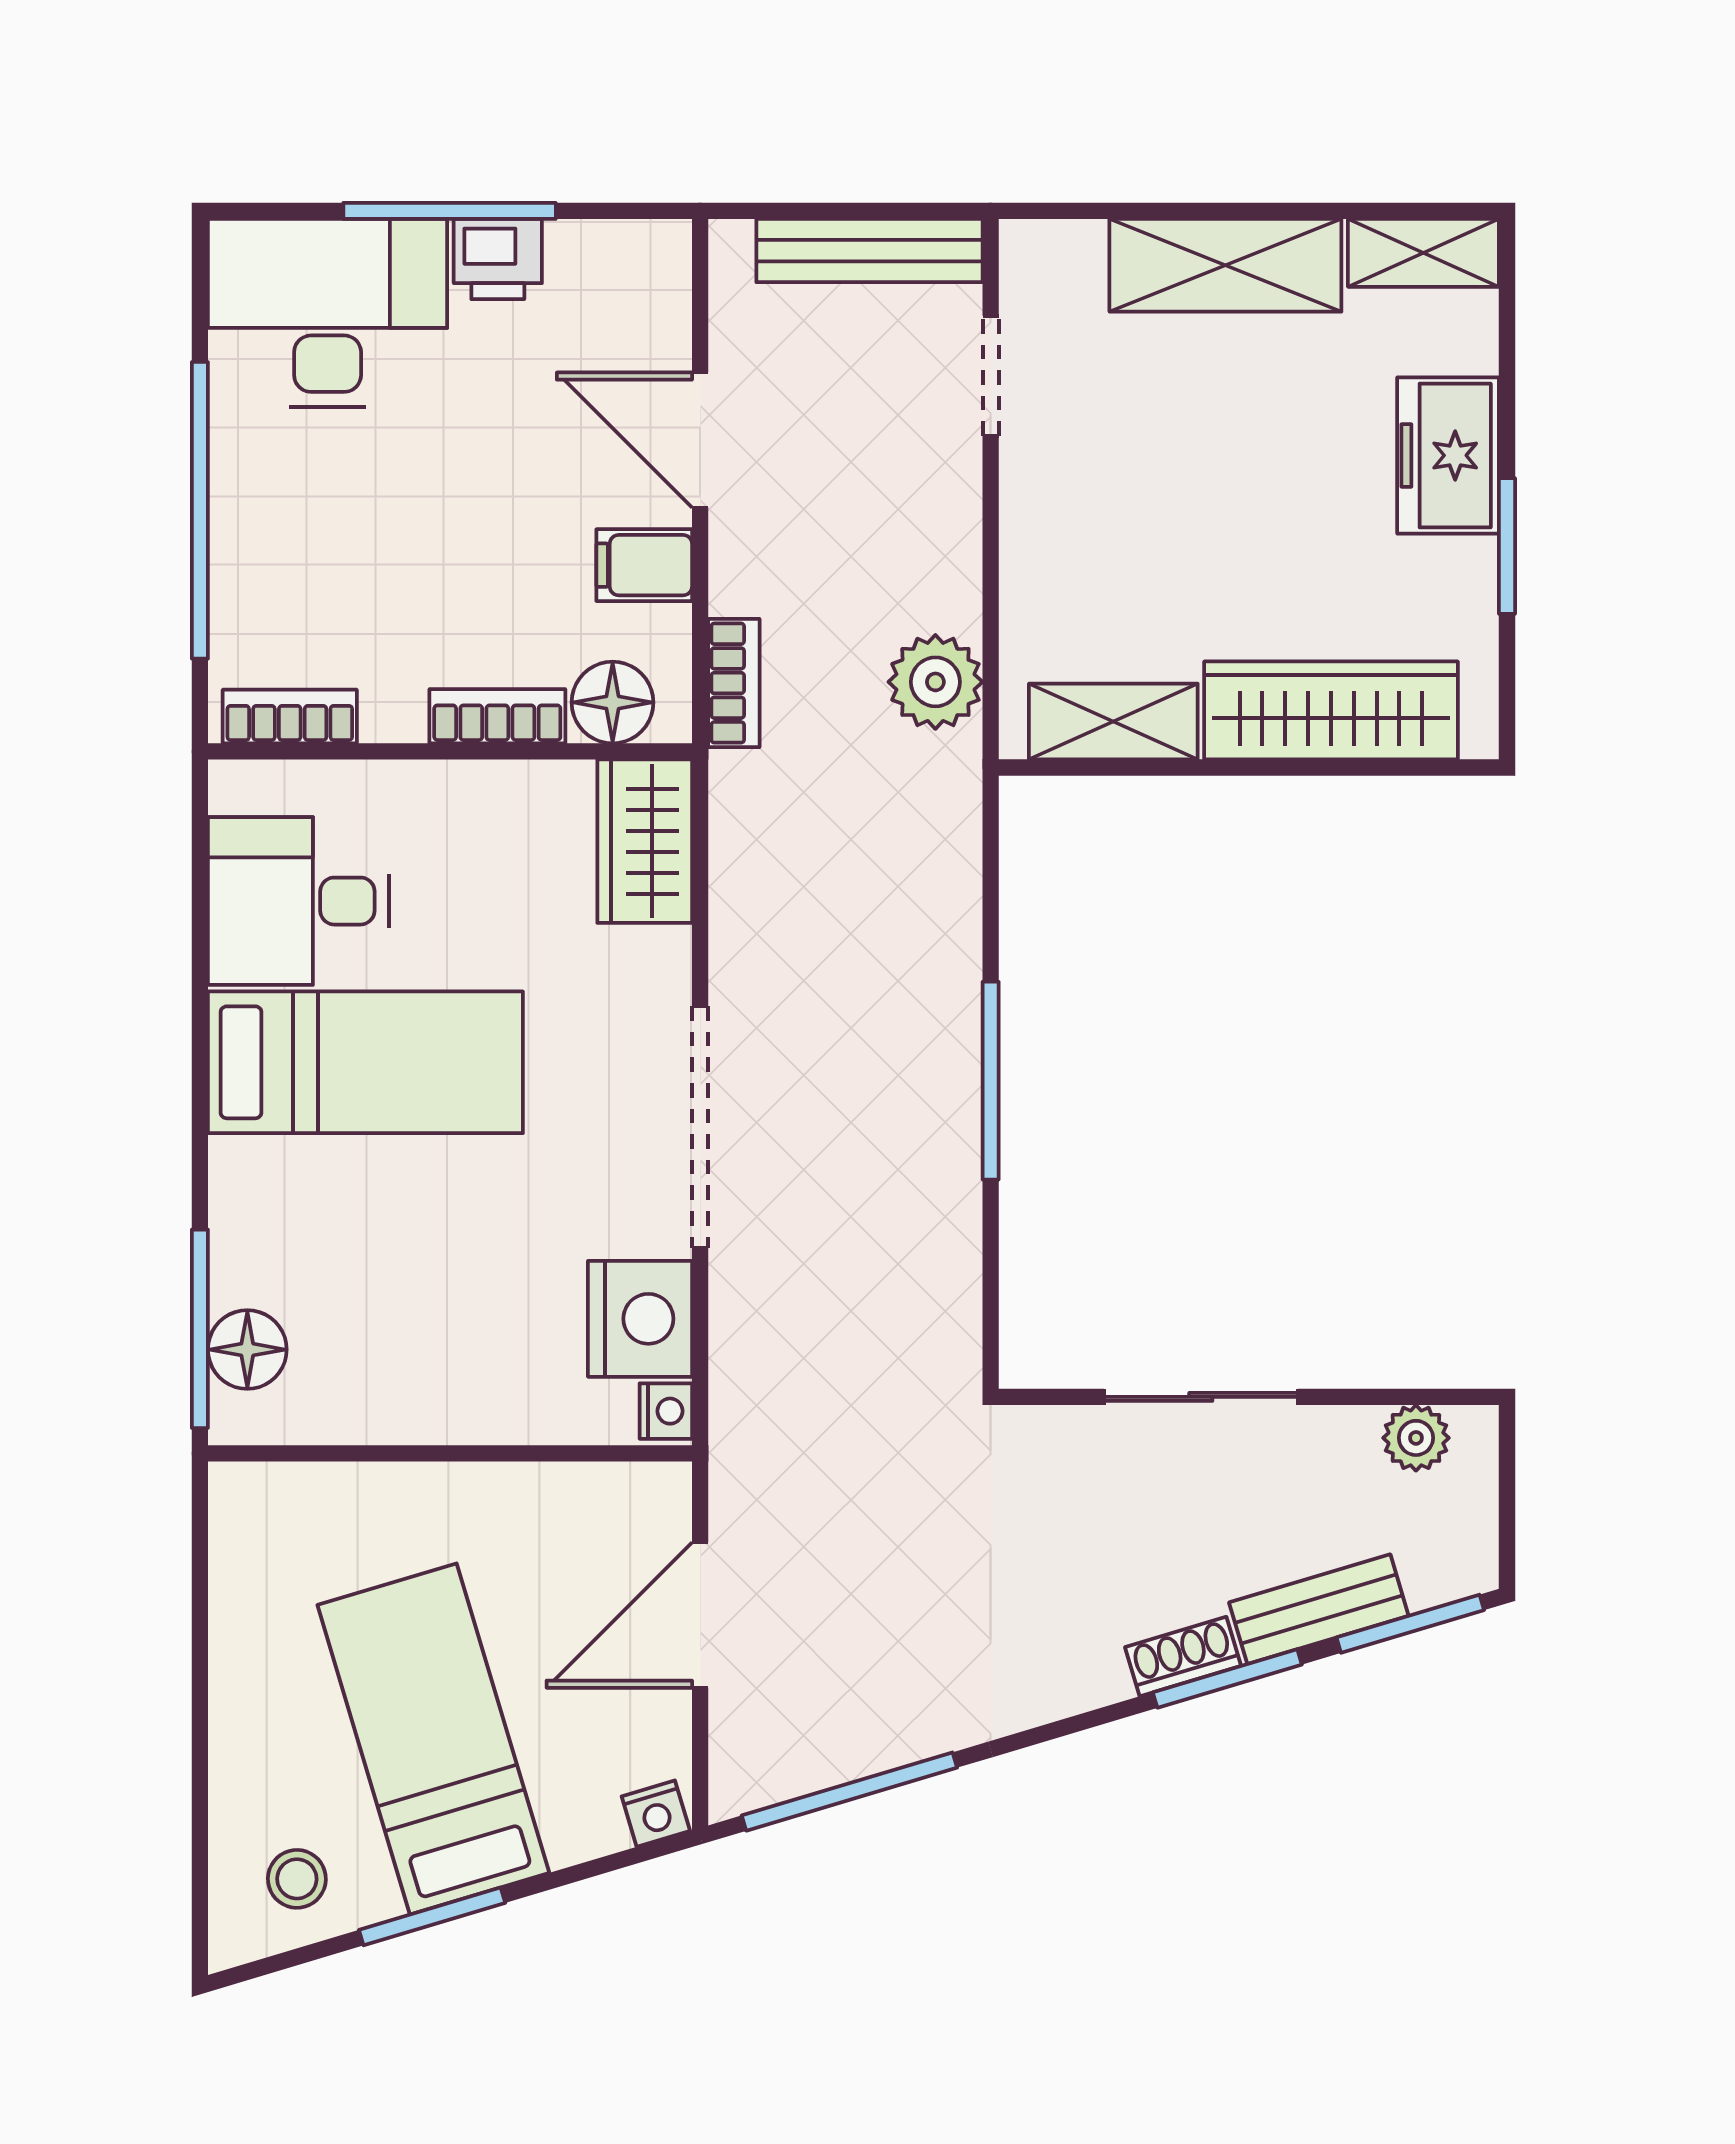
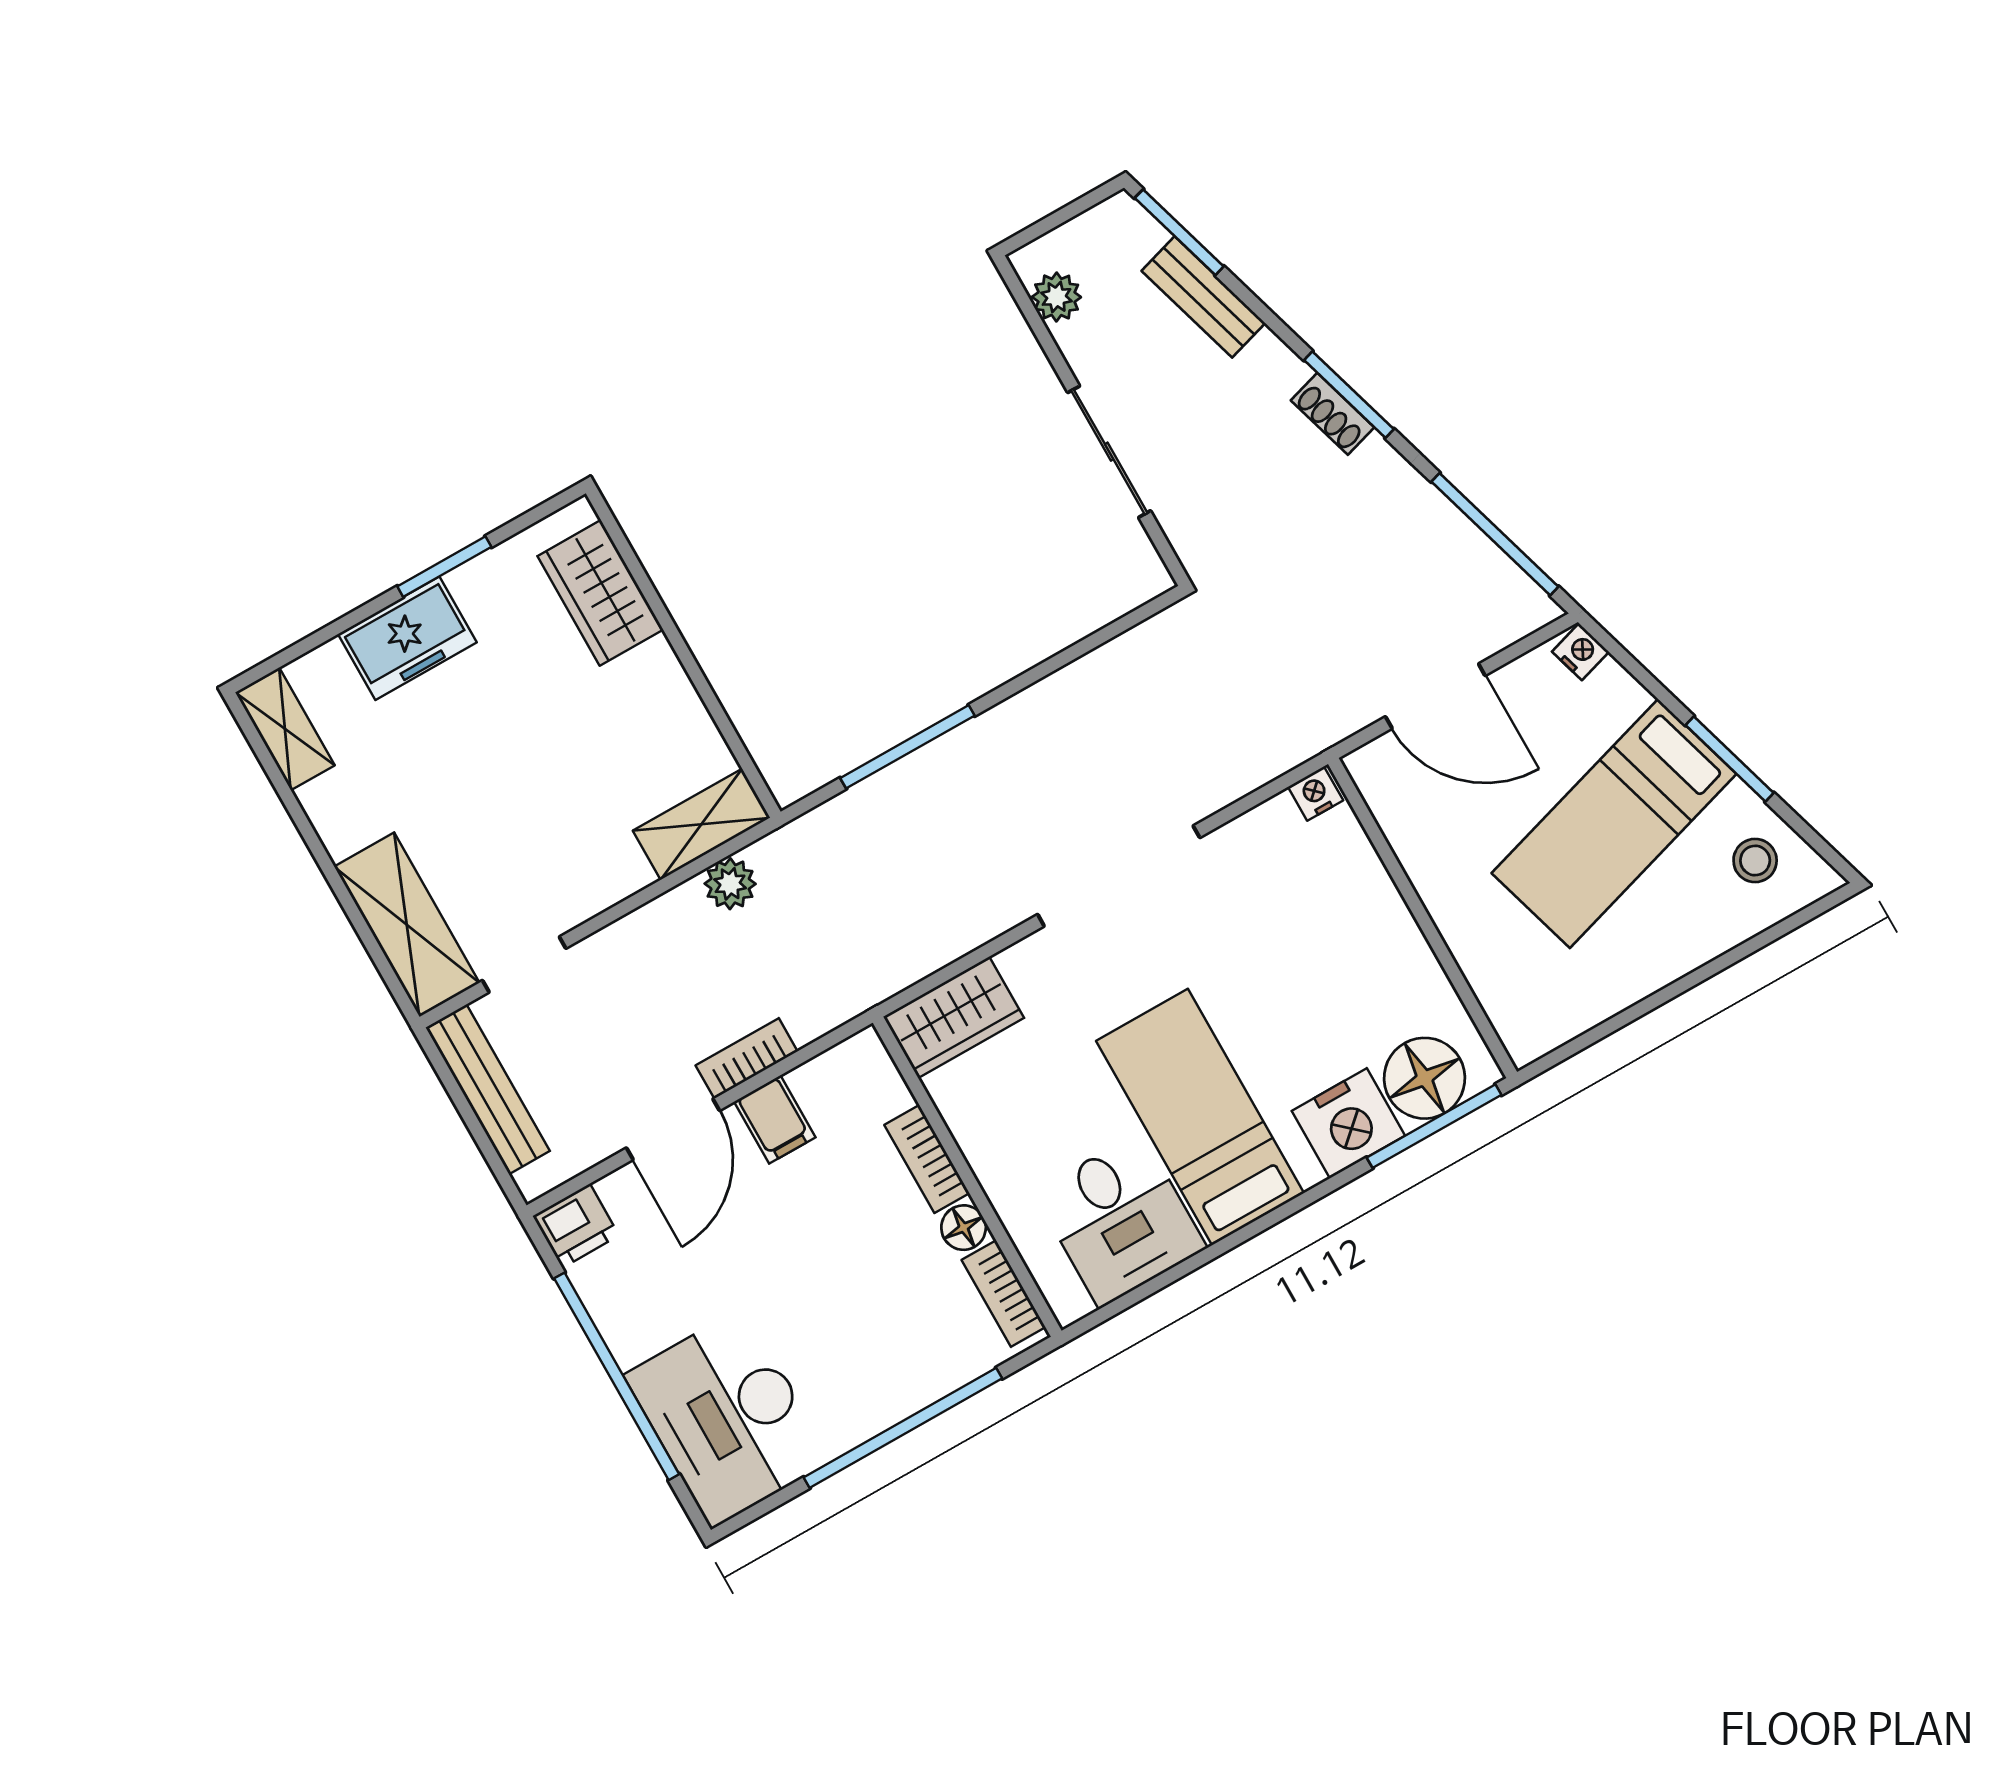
window: (450, 211) -> (617, 1376), width x1.46
printer: (498, 259) -> (576, 1226), moved, turned 90
shelving: (1225, 265) -> (407, 925), moved
plant: (935, 682) -> (730, 884), width x0.73, depth x0.73
bookcase: (734, 683) -> (747, 1058), moved
floor lamp: (613, 702) -> (964, 1228), moved, width x0.73, depth x0.73
wardrobe: (1331, 710) -> (600, 593), width x0.67
shelving: (1113, 722) -> (701, 824), moved, turned 90
window: (991, 1081) -> (907, 747), moved
nightstand: (640, 1319) -> (1348, 1123), moved, turned 180
floor lamp: (247, 1350) -> (1425, 1078), width x1.38, depth x1.38
shoe rack: (1183, 1656) -> (1333, 414), moved
window: (1227, 1678) -> (1349, 395), moved

